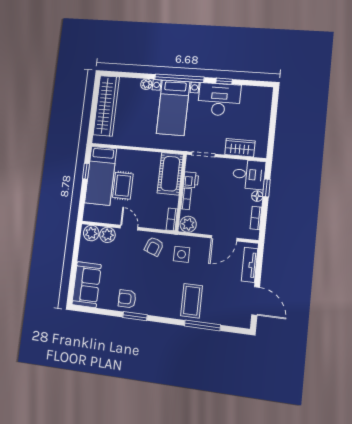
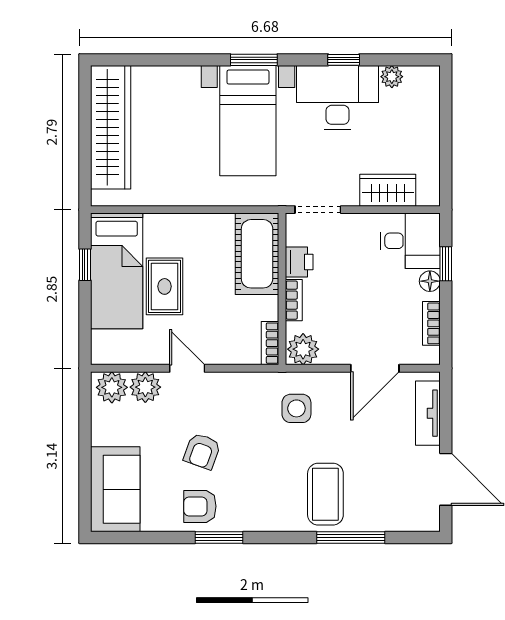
window: (179, 78) -> (254, 60), width x0.47
plant: (146, 84) -> (392, 77), moved
armchair: (154, 246) -> (202, 451), moved

